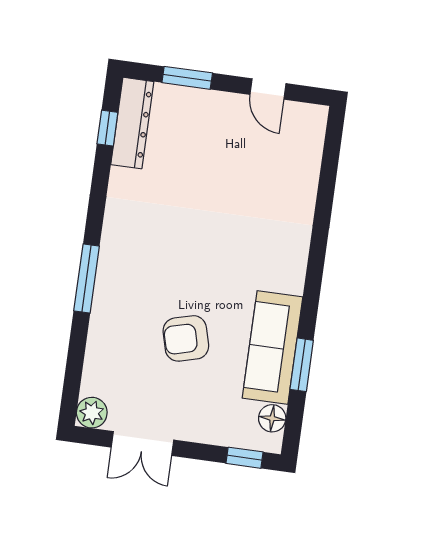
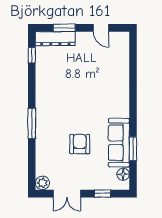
dresser: (132, 123) -> (55, 39), moved, turned 90
armchair: (186, 338) -> (80, 144), turned 105
window: (244, 458) -> (102, 194), moved

